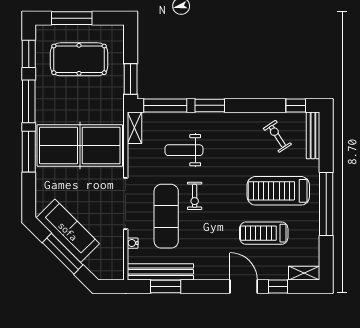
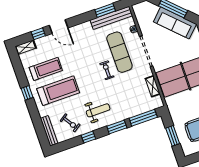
window: (131, 79) -> (173, 136), moved
window: (296, 105) -> (88, 137), moved
shelving: (134, 128) -> (153, 86), moved
weight bench: (184, 150) -> (98, 110), moved
window: (326, 204) -> (27, 93), width x0.32
treadmill: (264, 233) -> (46, 69), moved

